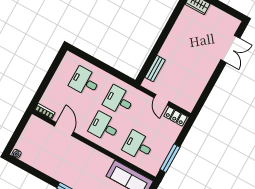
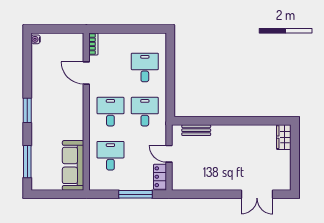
door: (162, 100) -> (169, 154), hinge flipped
door: (64, 129) -> (86, 73), swing flipped
window: (170, 158) -> (136, 194), moved

